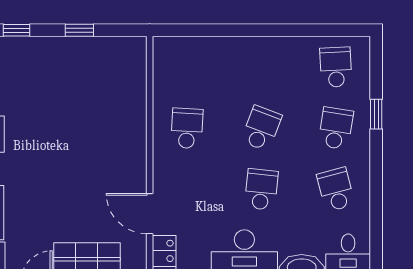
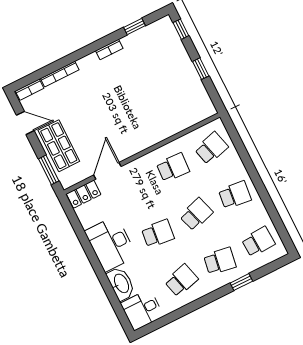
school desk: (187, 67) -> (211, 148), added
school desk: (261, 67) -> (235, 195), added
school desk: (261, 128) -> (196, 214), turned -39

